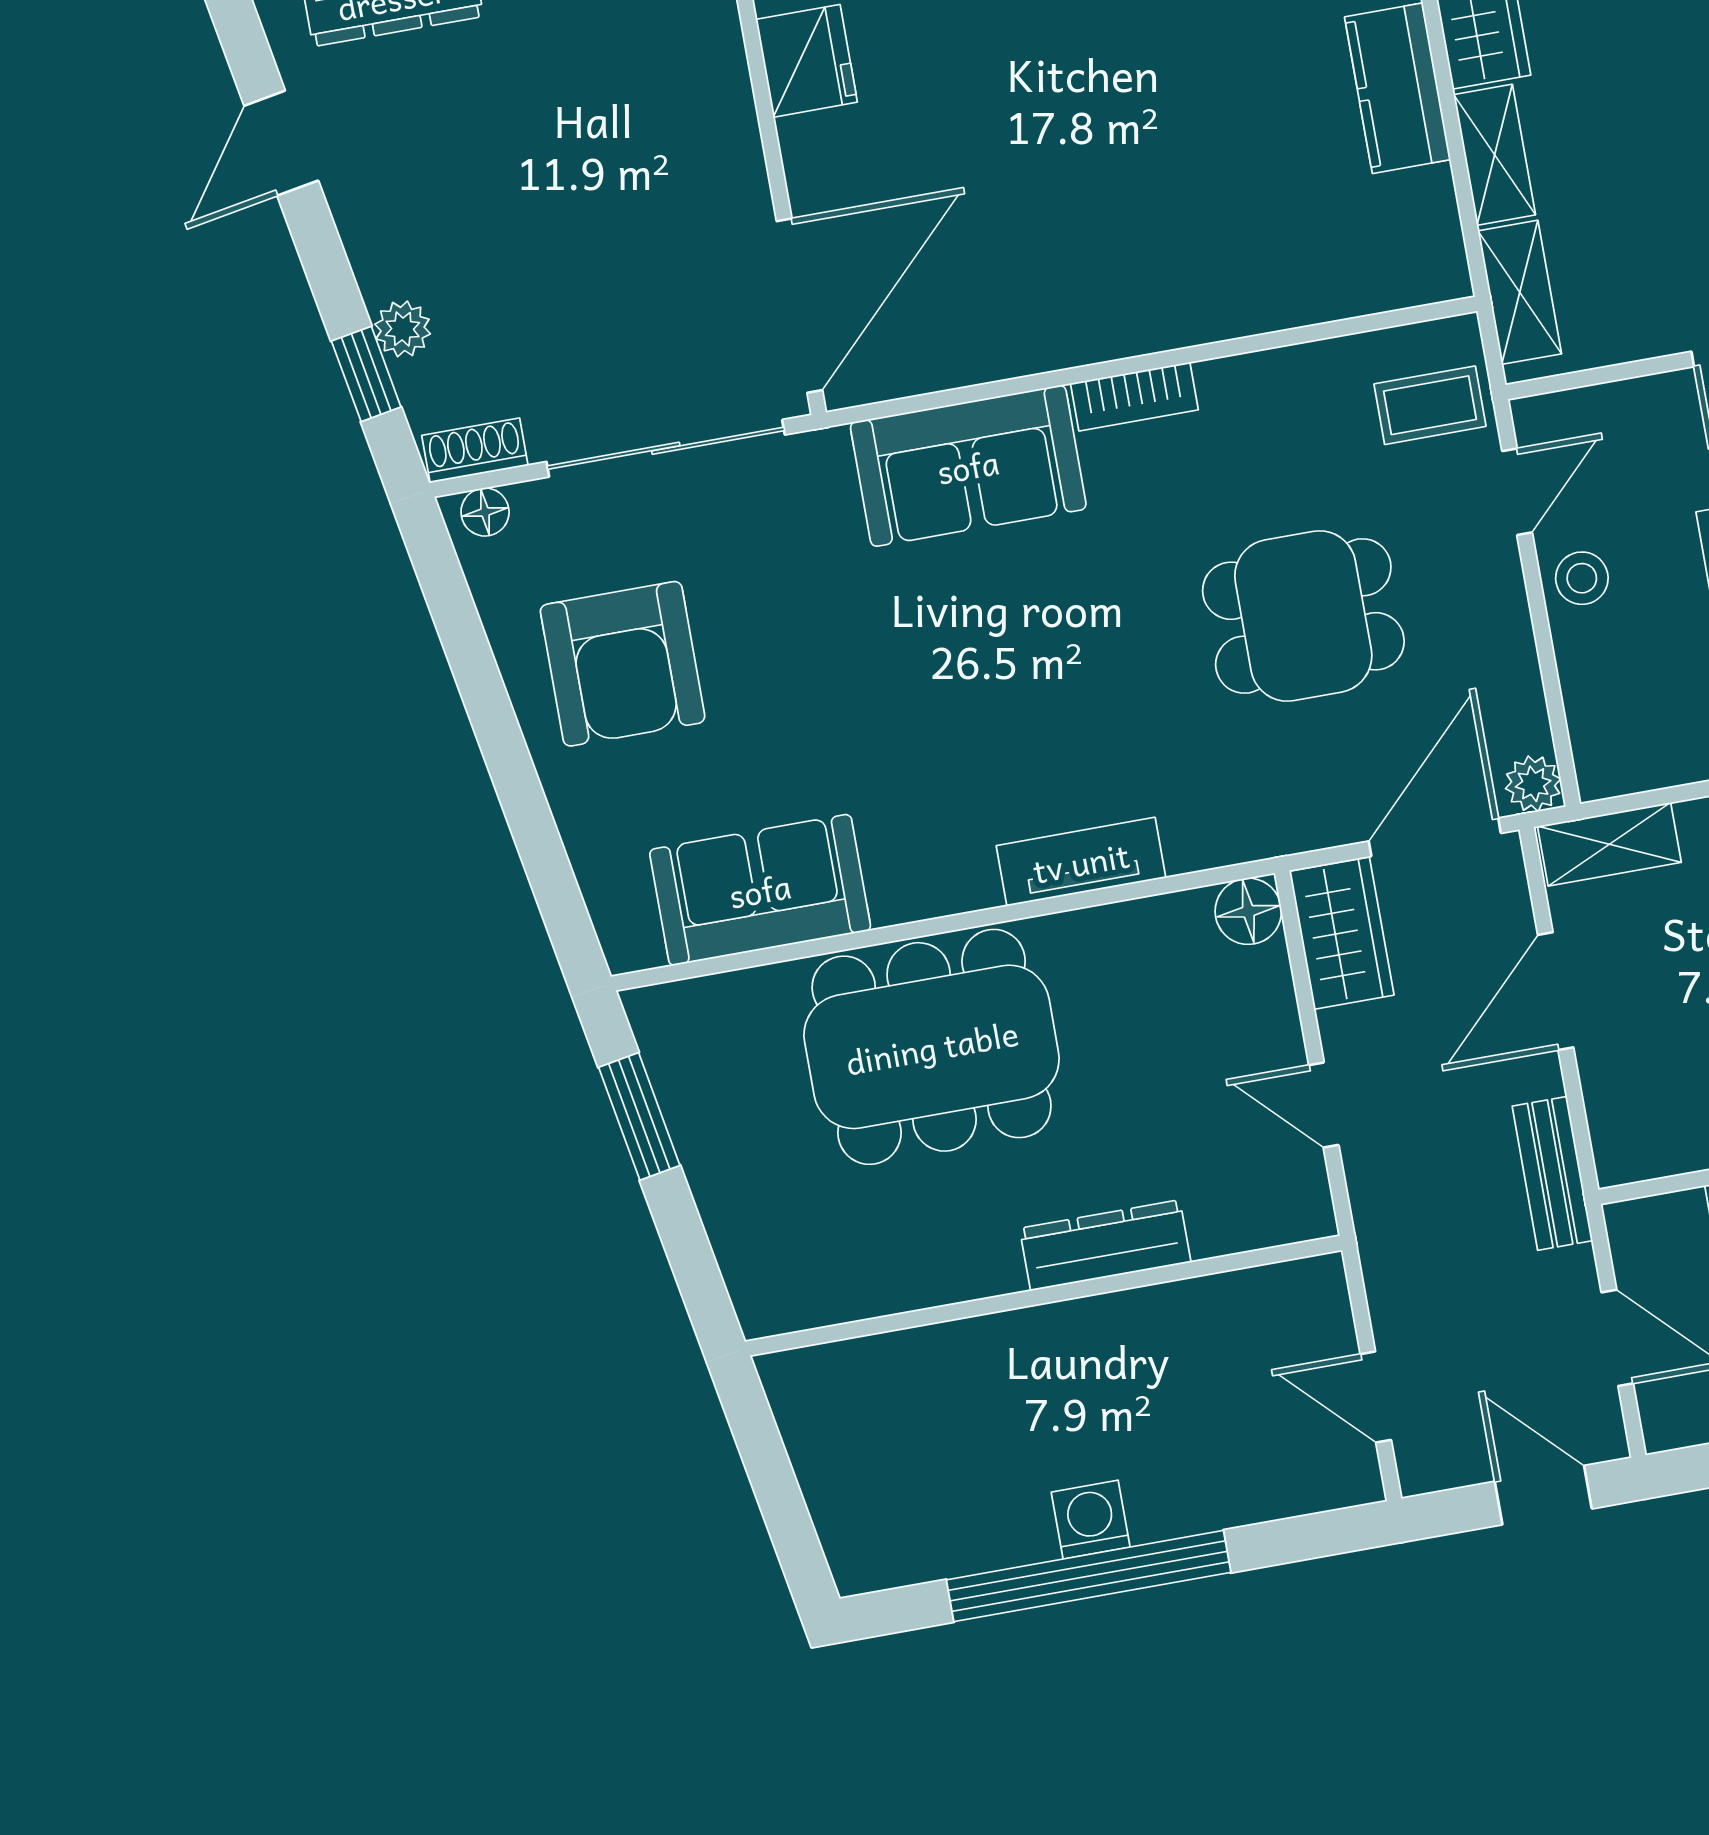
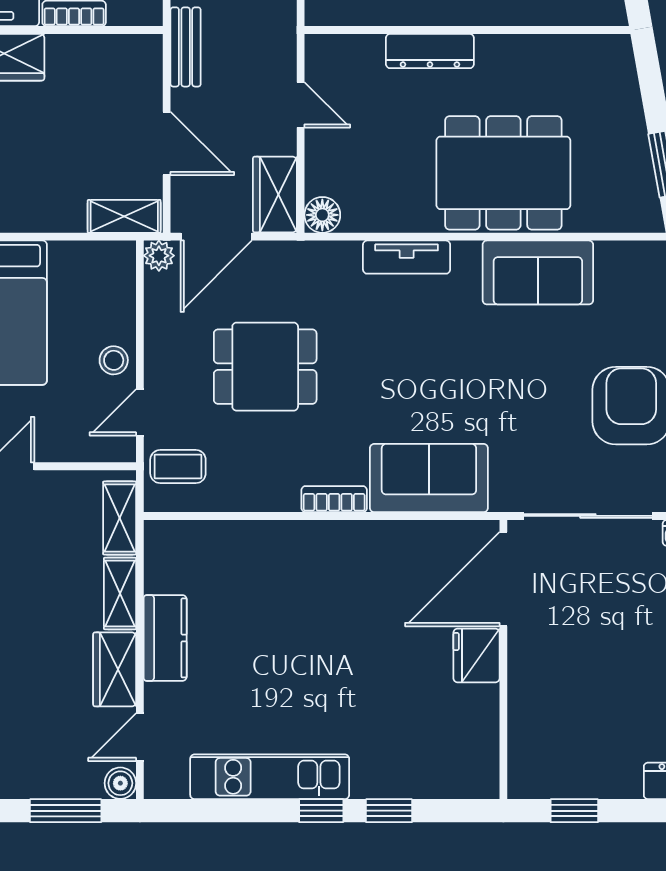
fridge: (807, 61) -> (476, 655), moved
sofa: (760, 890) -> (538, 272), moved
door: (1556, 991) -> (167, 143), hinge flipped

